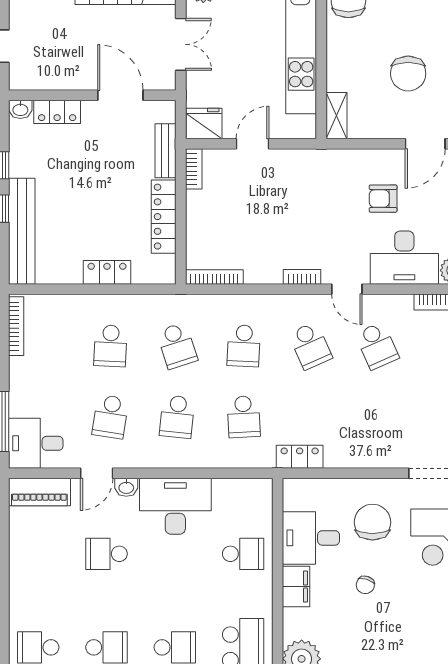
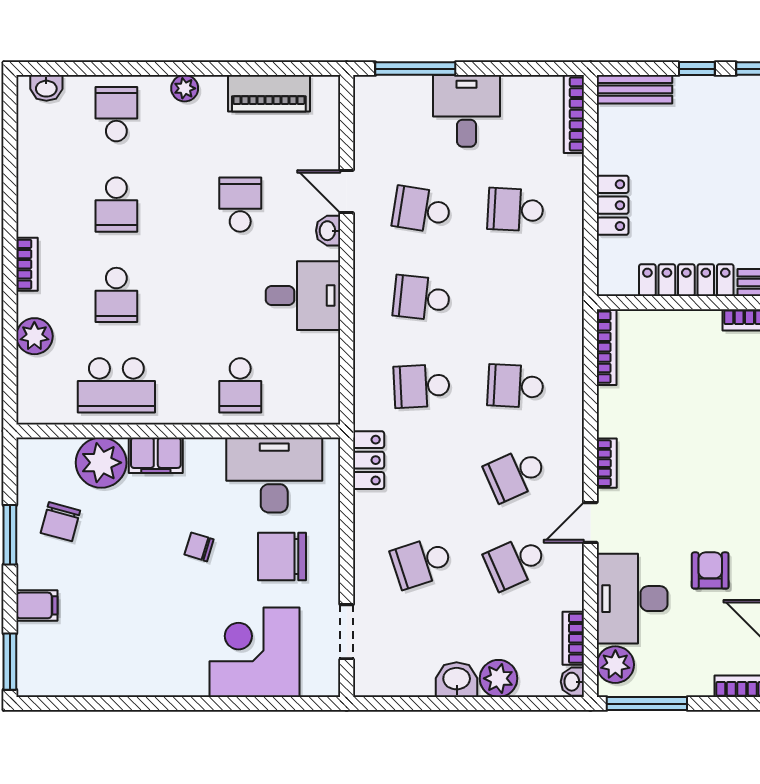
bench: (22, 231) -> (634, 89), width x0.54, depth x0.82
bookcase: (16, 326) -> (574, 114), moved, turned 90
school desk: (177, 346) -> (422, 562), moved
desk: (36, 443) -> (466, 111), moved
piano: (39, 492) -> (269, 93), moved, turned -90
desk: (175, 506) -> (303, 296), width x0.73
chair: (372, 522) -> (282, 556), turned 180
desk: (311, 538) -> (274, 475), width x1.37
filing cabinet: (296, 587) -> (156, 455), moved
plant: (19, 596) -> (185, 88), added

